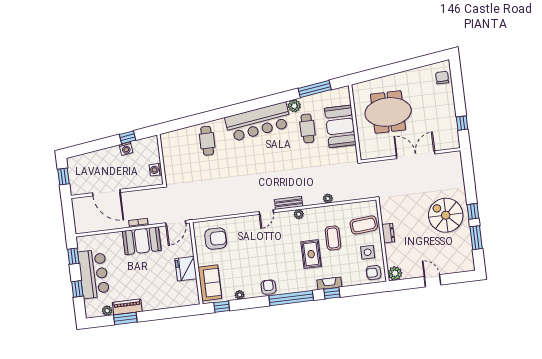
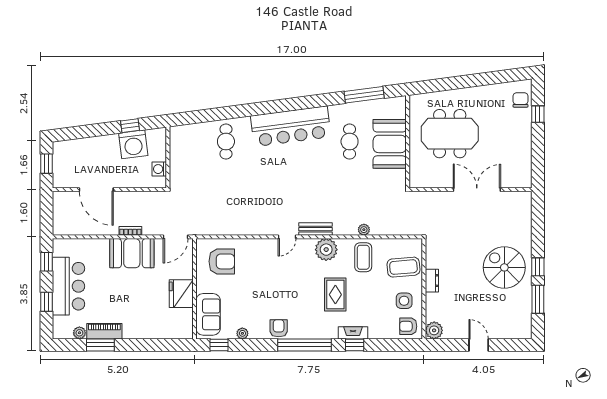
plant: (294, 106) -> (337, 112), removed
window: (462, 123) -> (538, 114), moved
washing machine: (126, 149) -> (133, 144), width x1.89, depth x1.89
plant: (299, 214) -> (326, 250), width x1.88, depth x1.88
coffee table: (333, 238) -> (363, 257), moved

